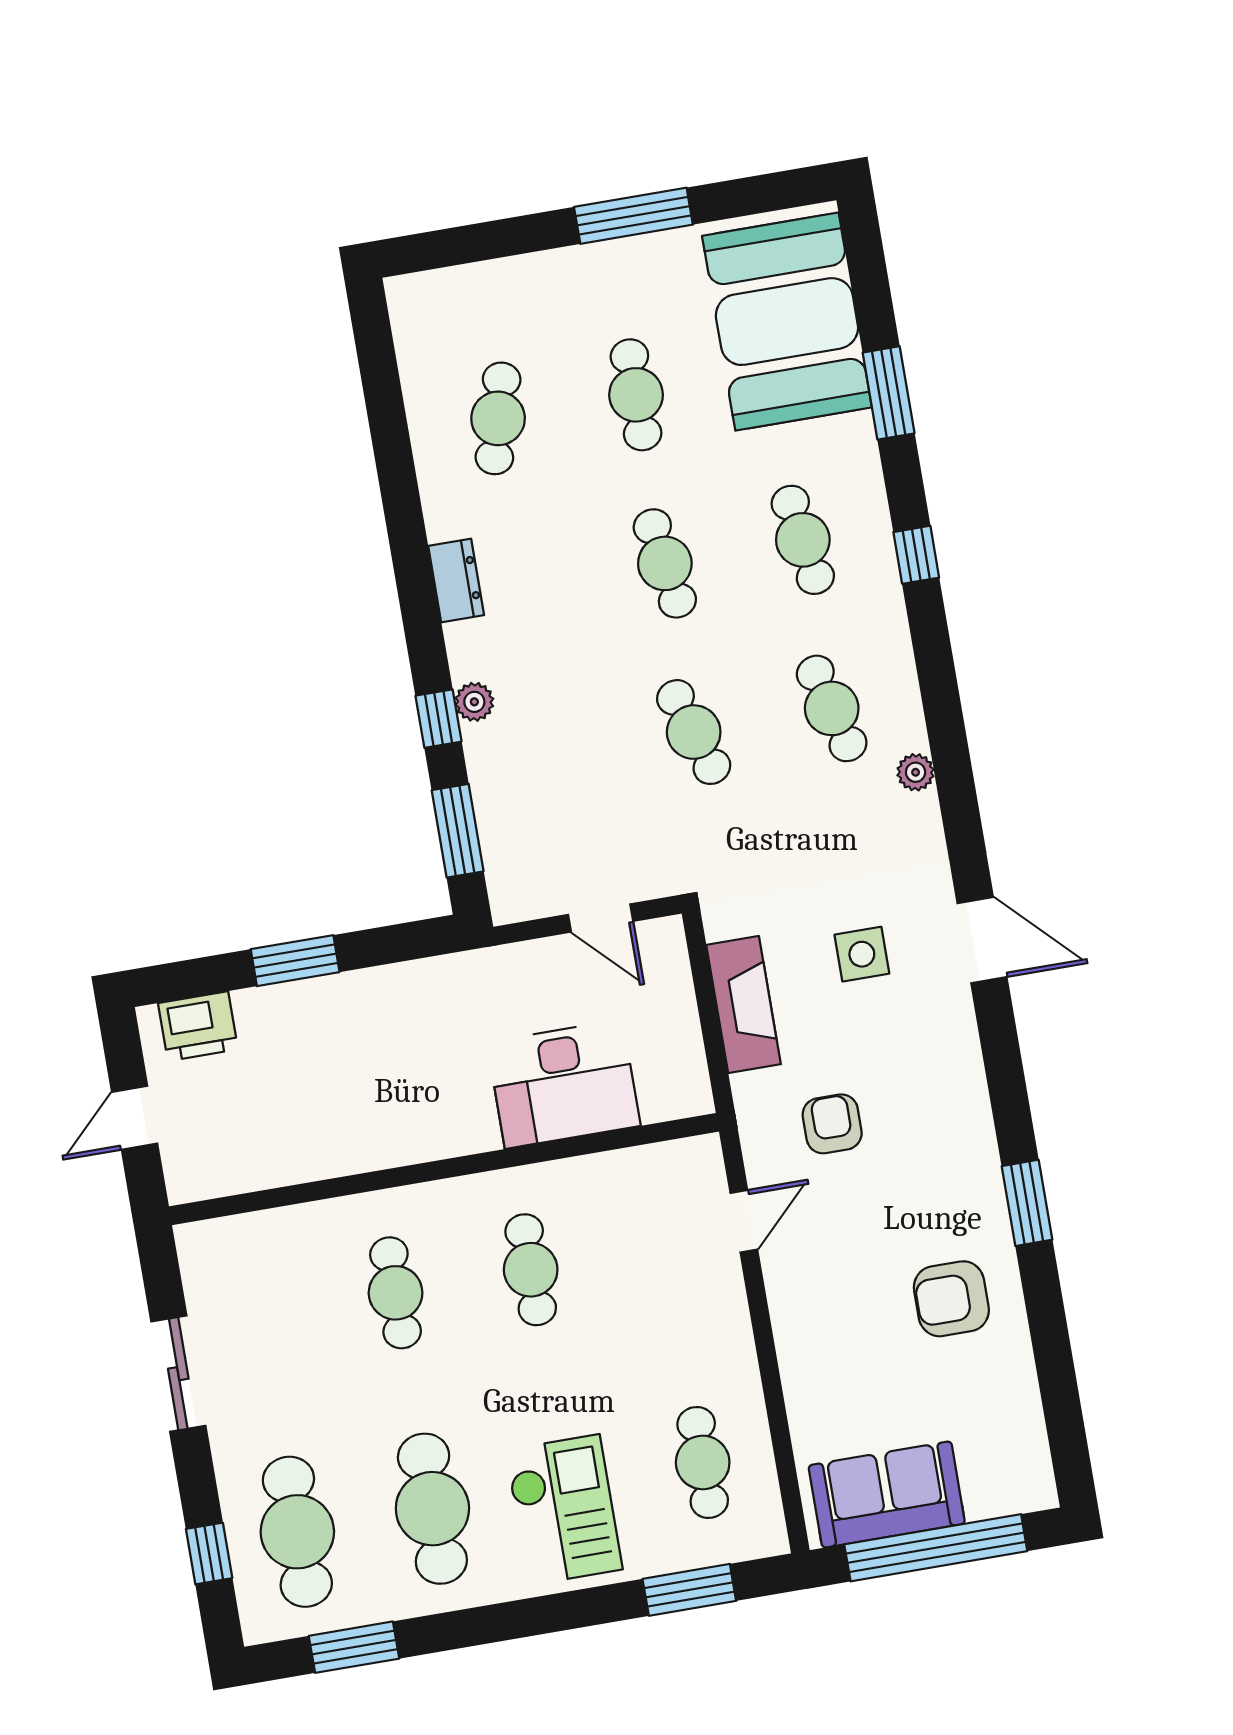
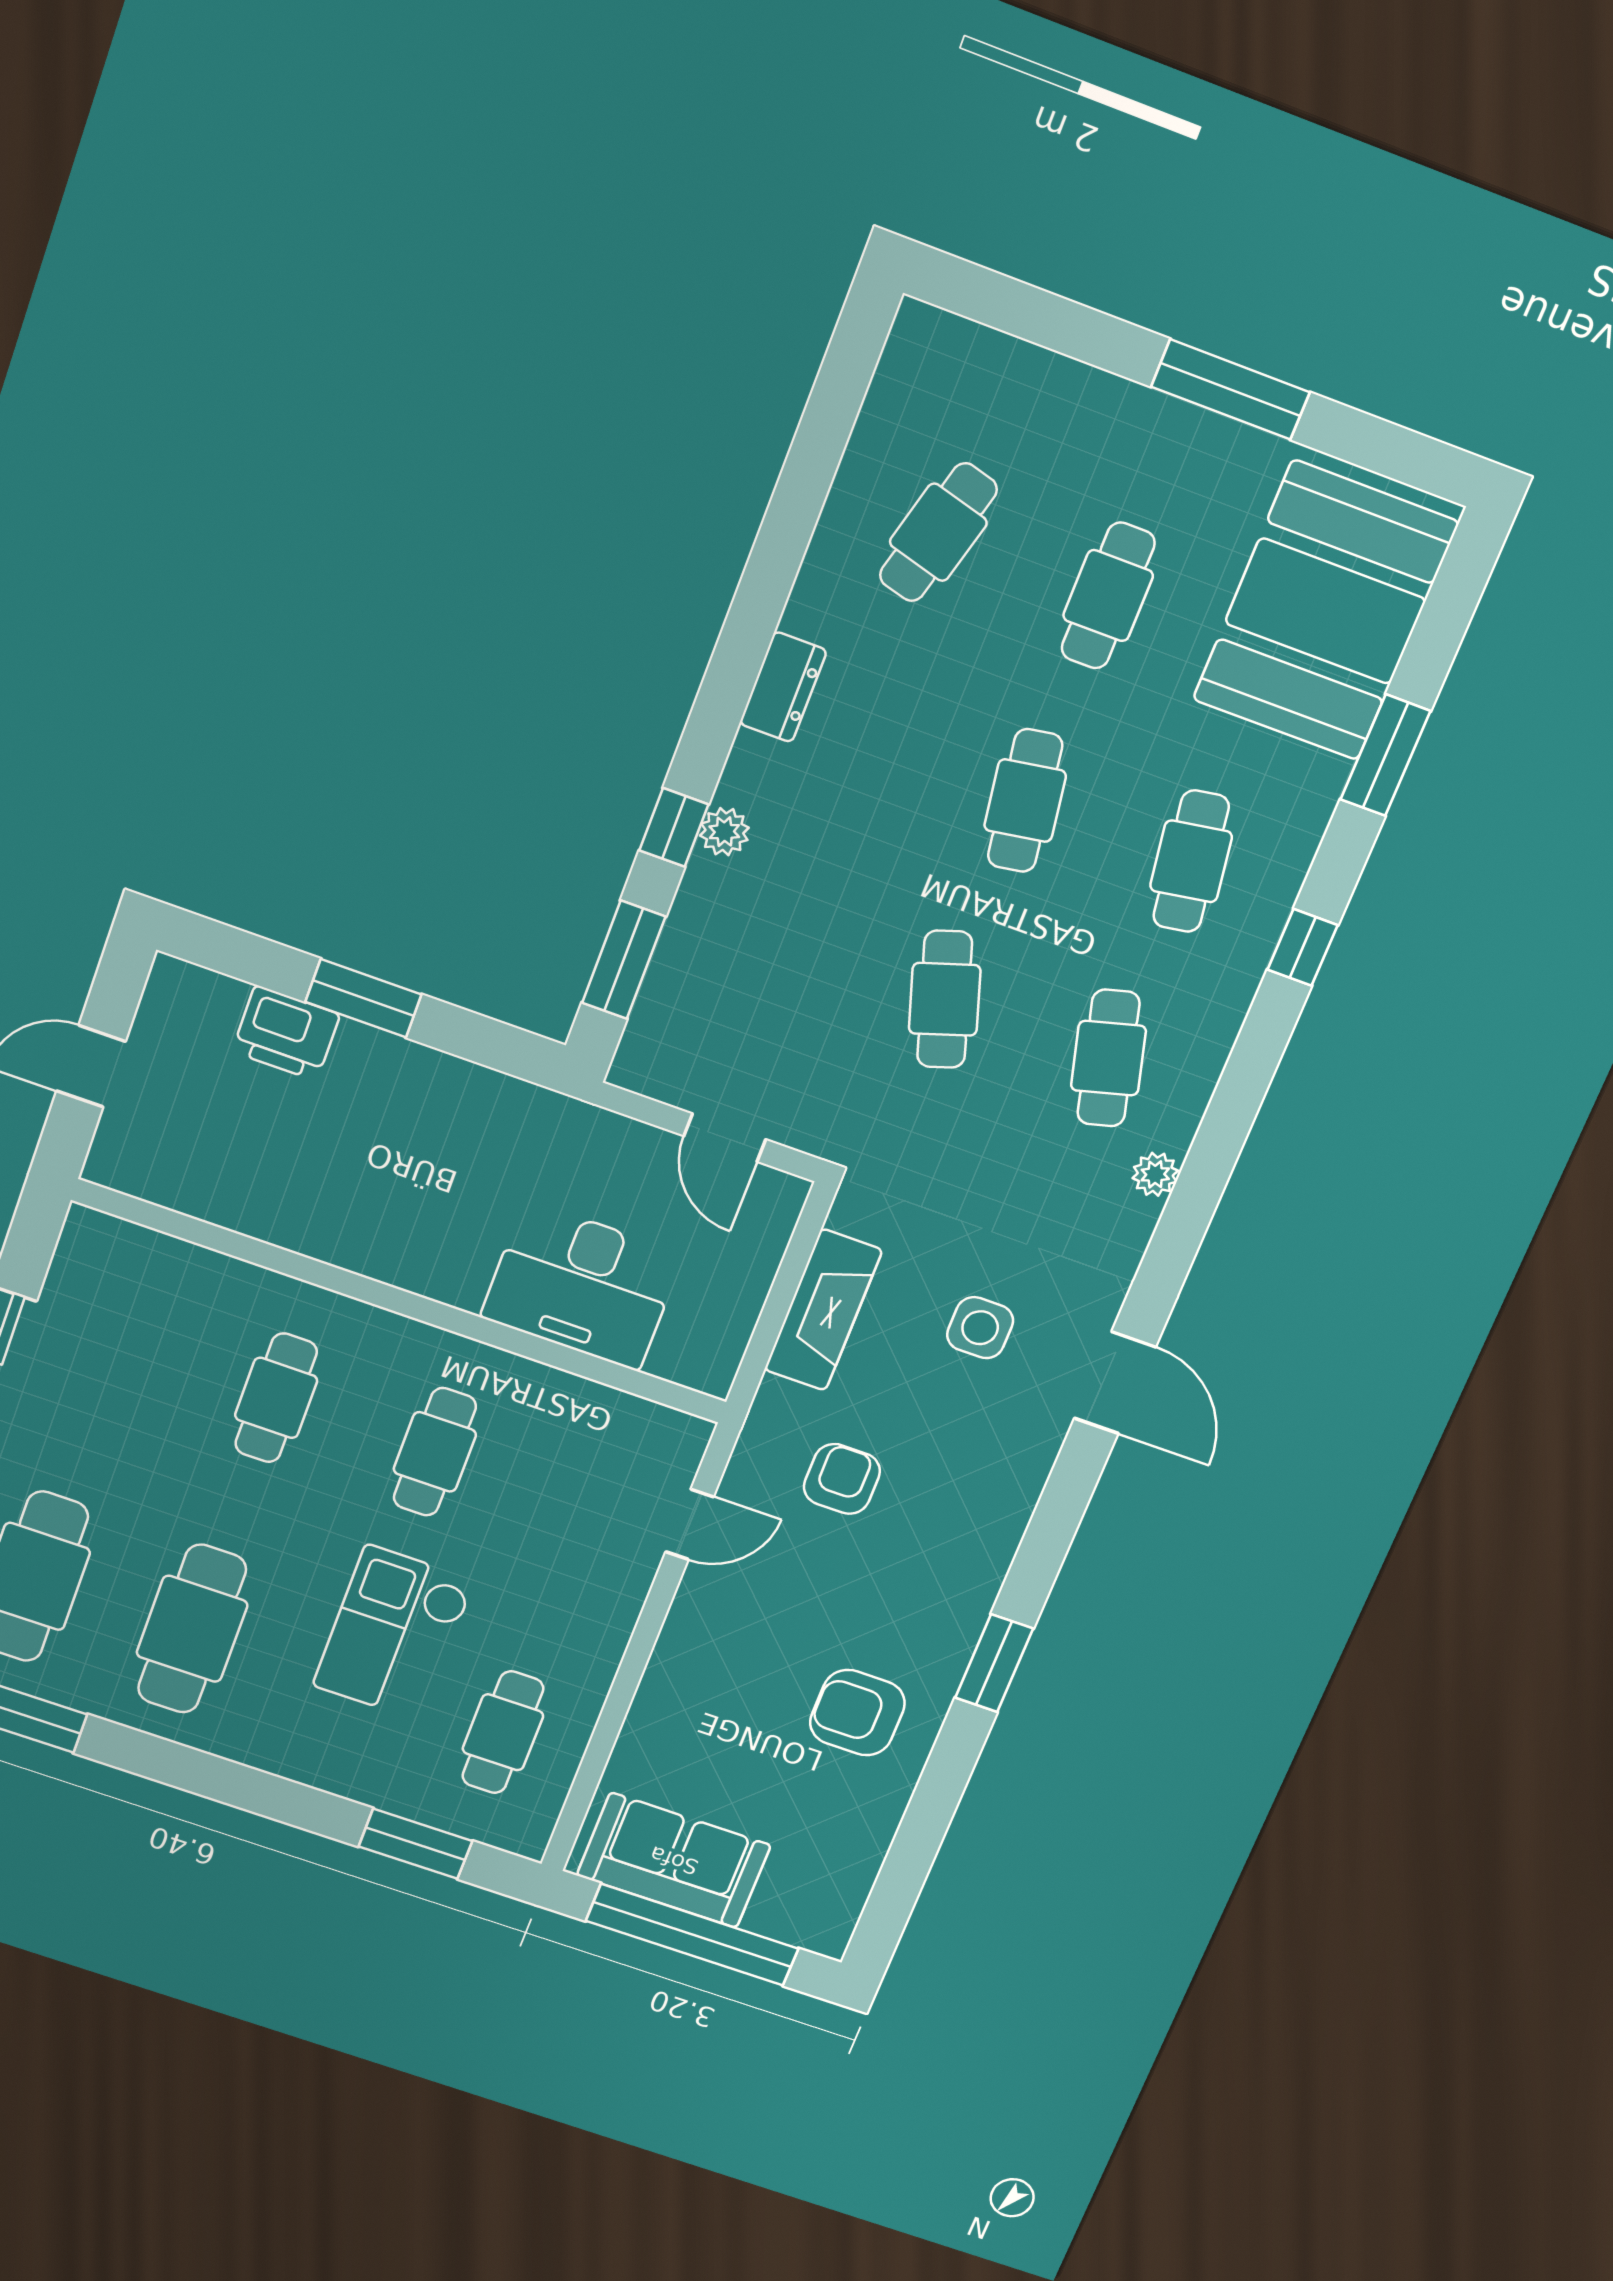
printer: (198, 1026) -> (286, 1033), moved
checkout: (564, 1510) -> (394, 1633), moved, turned 180

